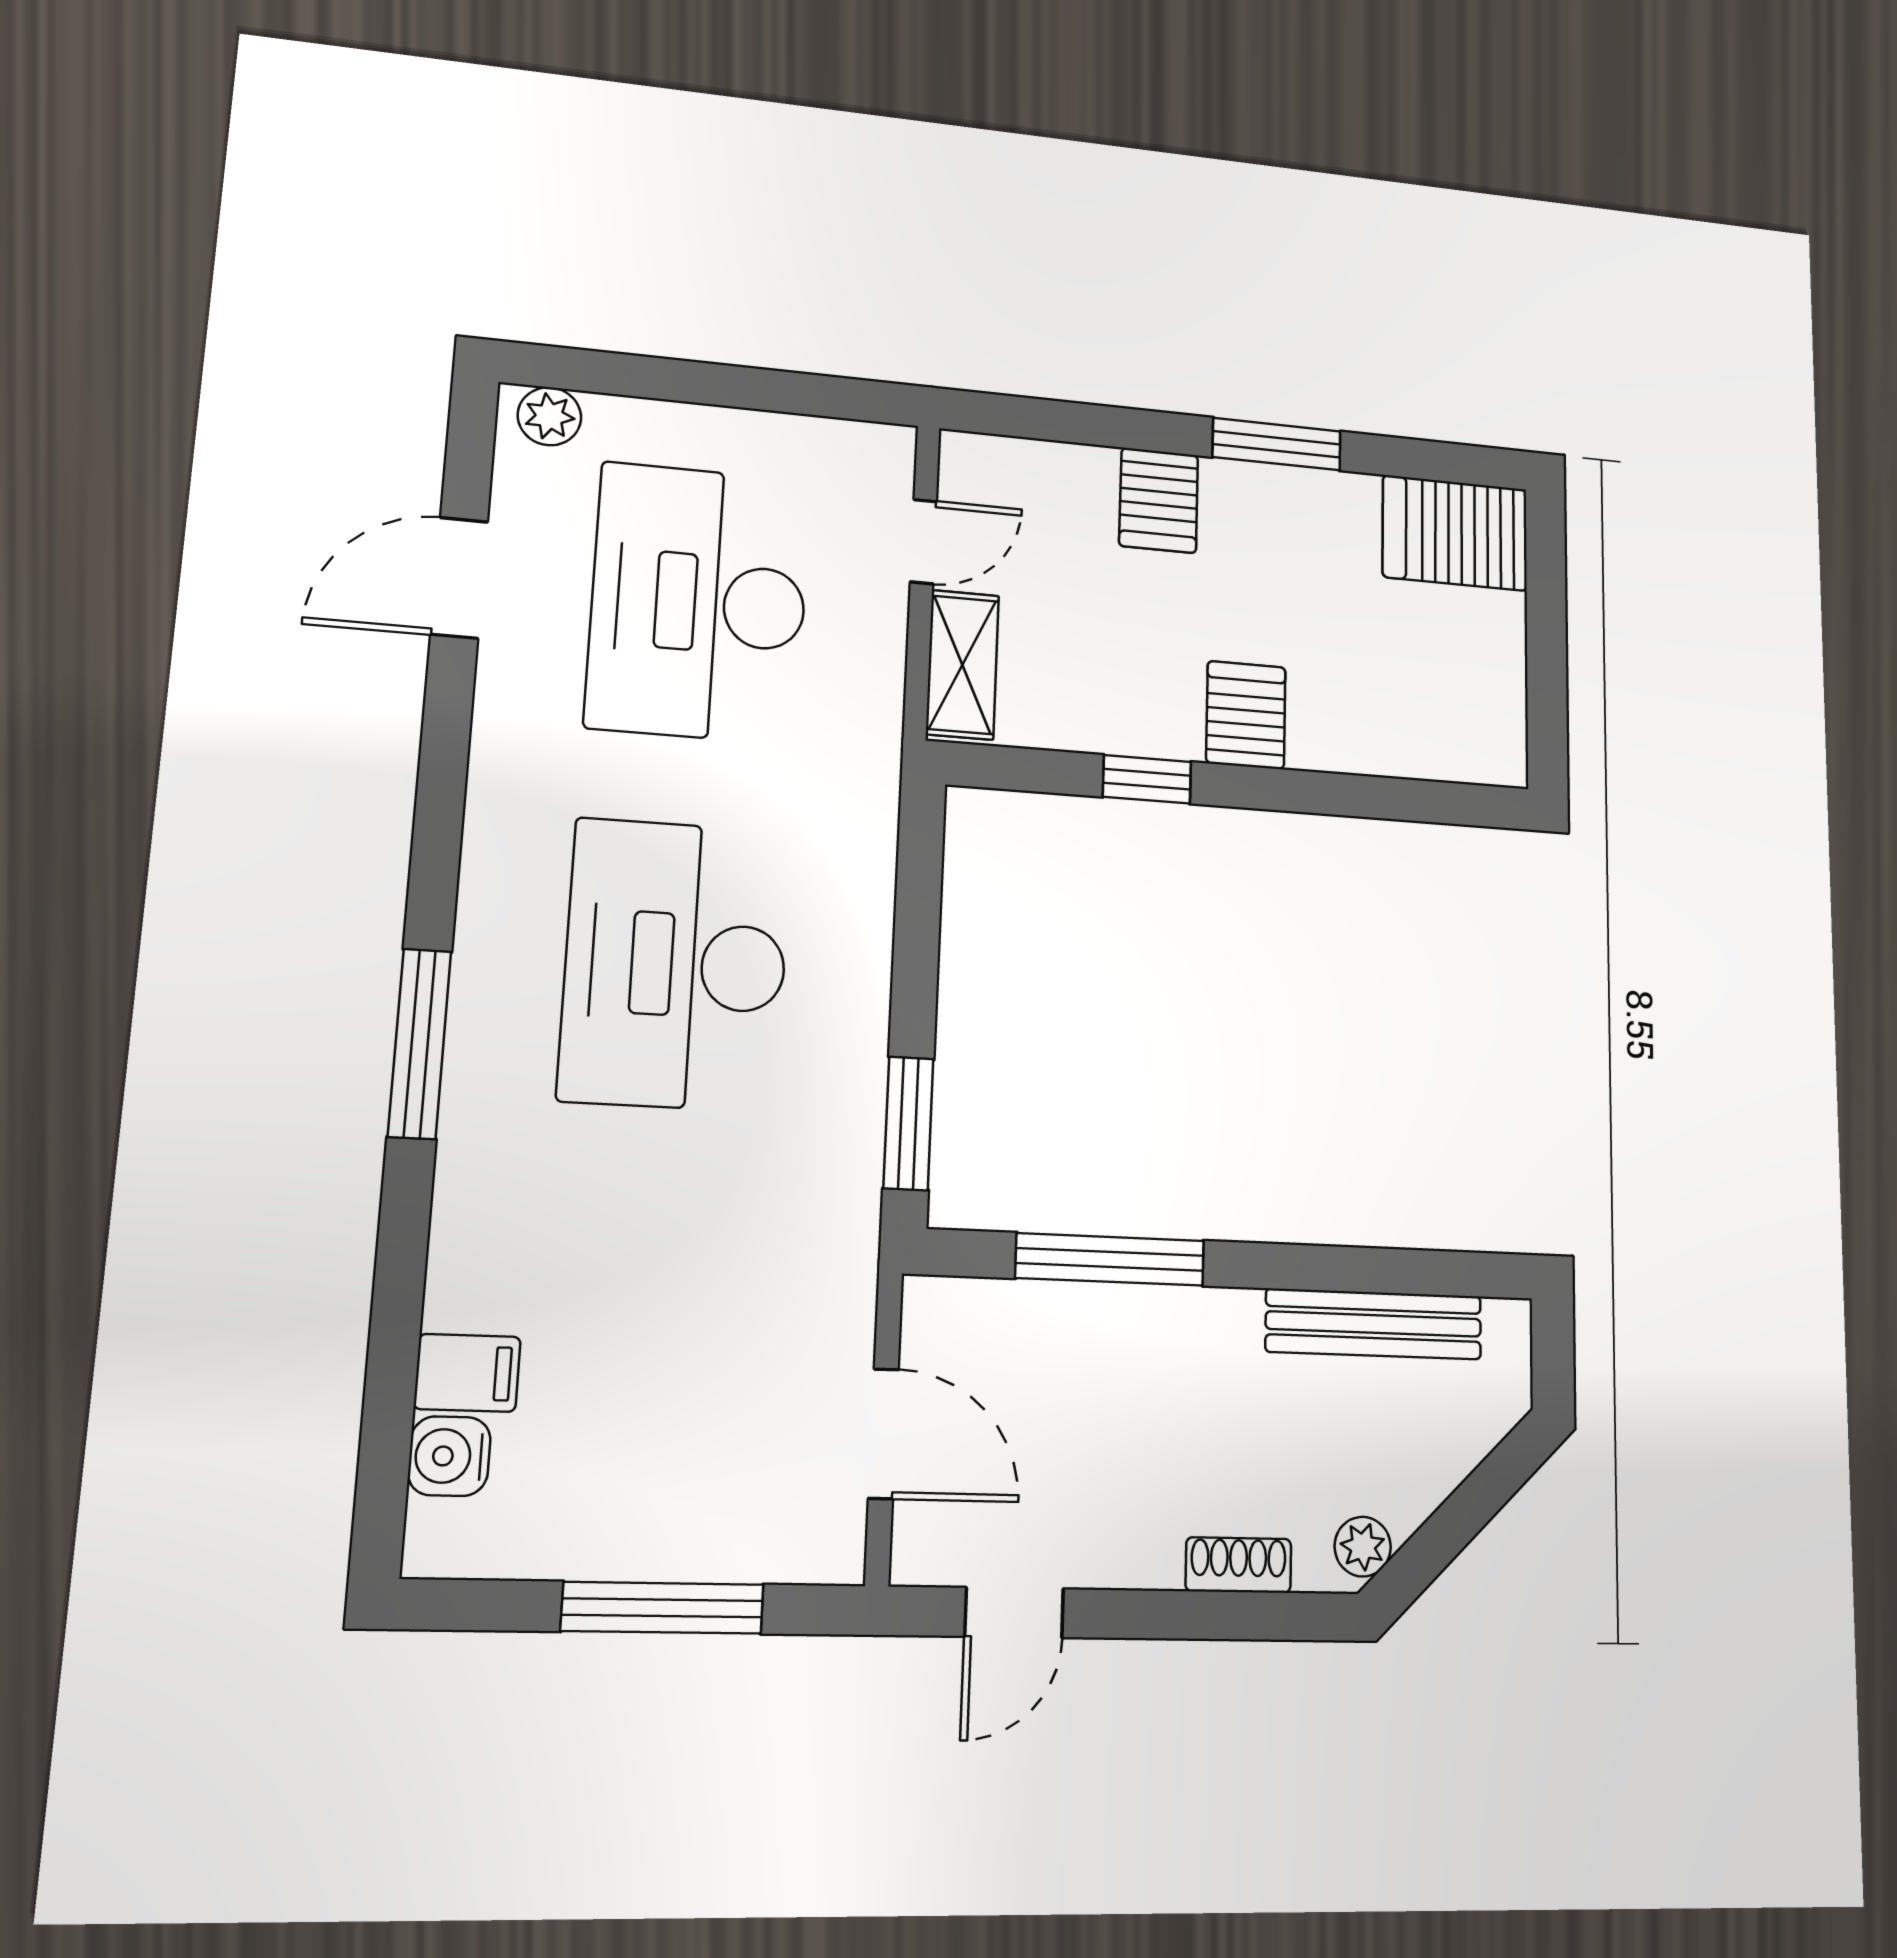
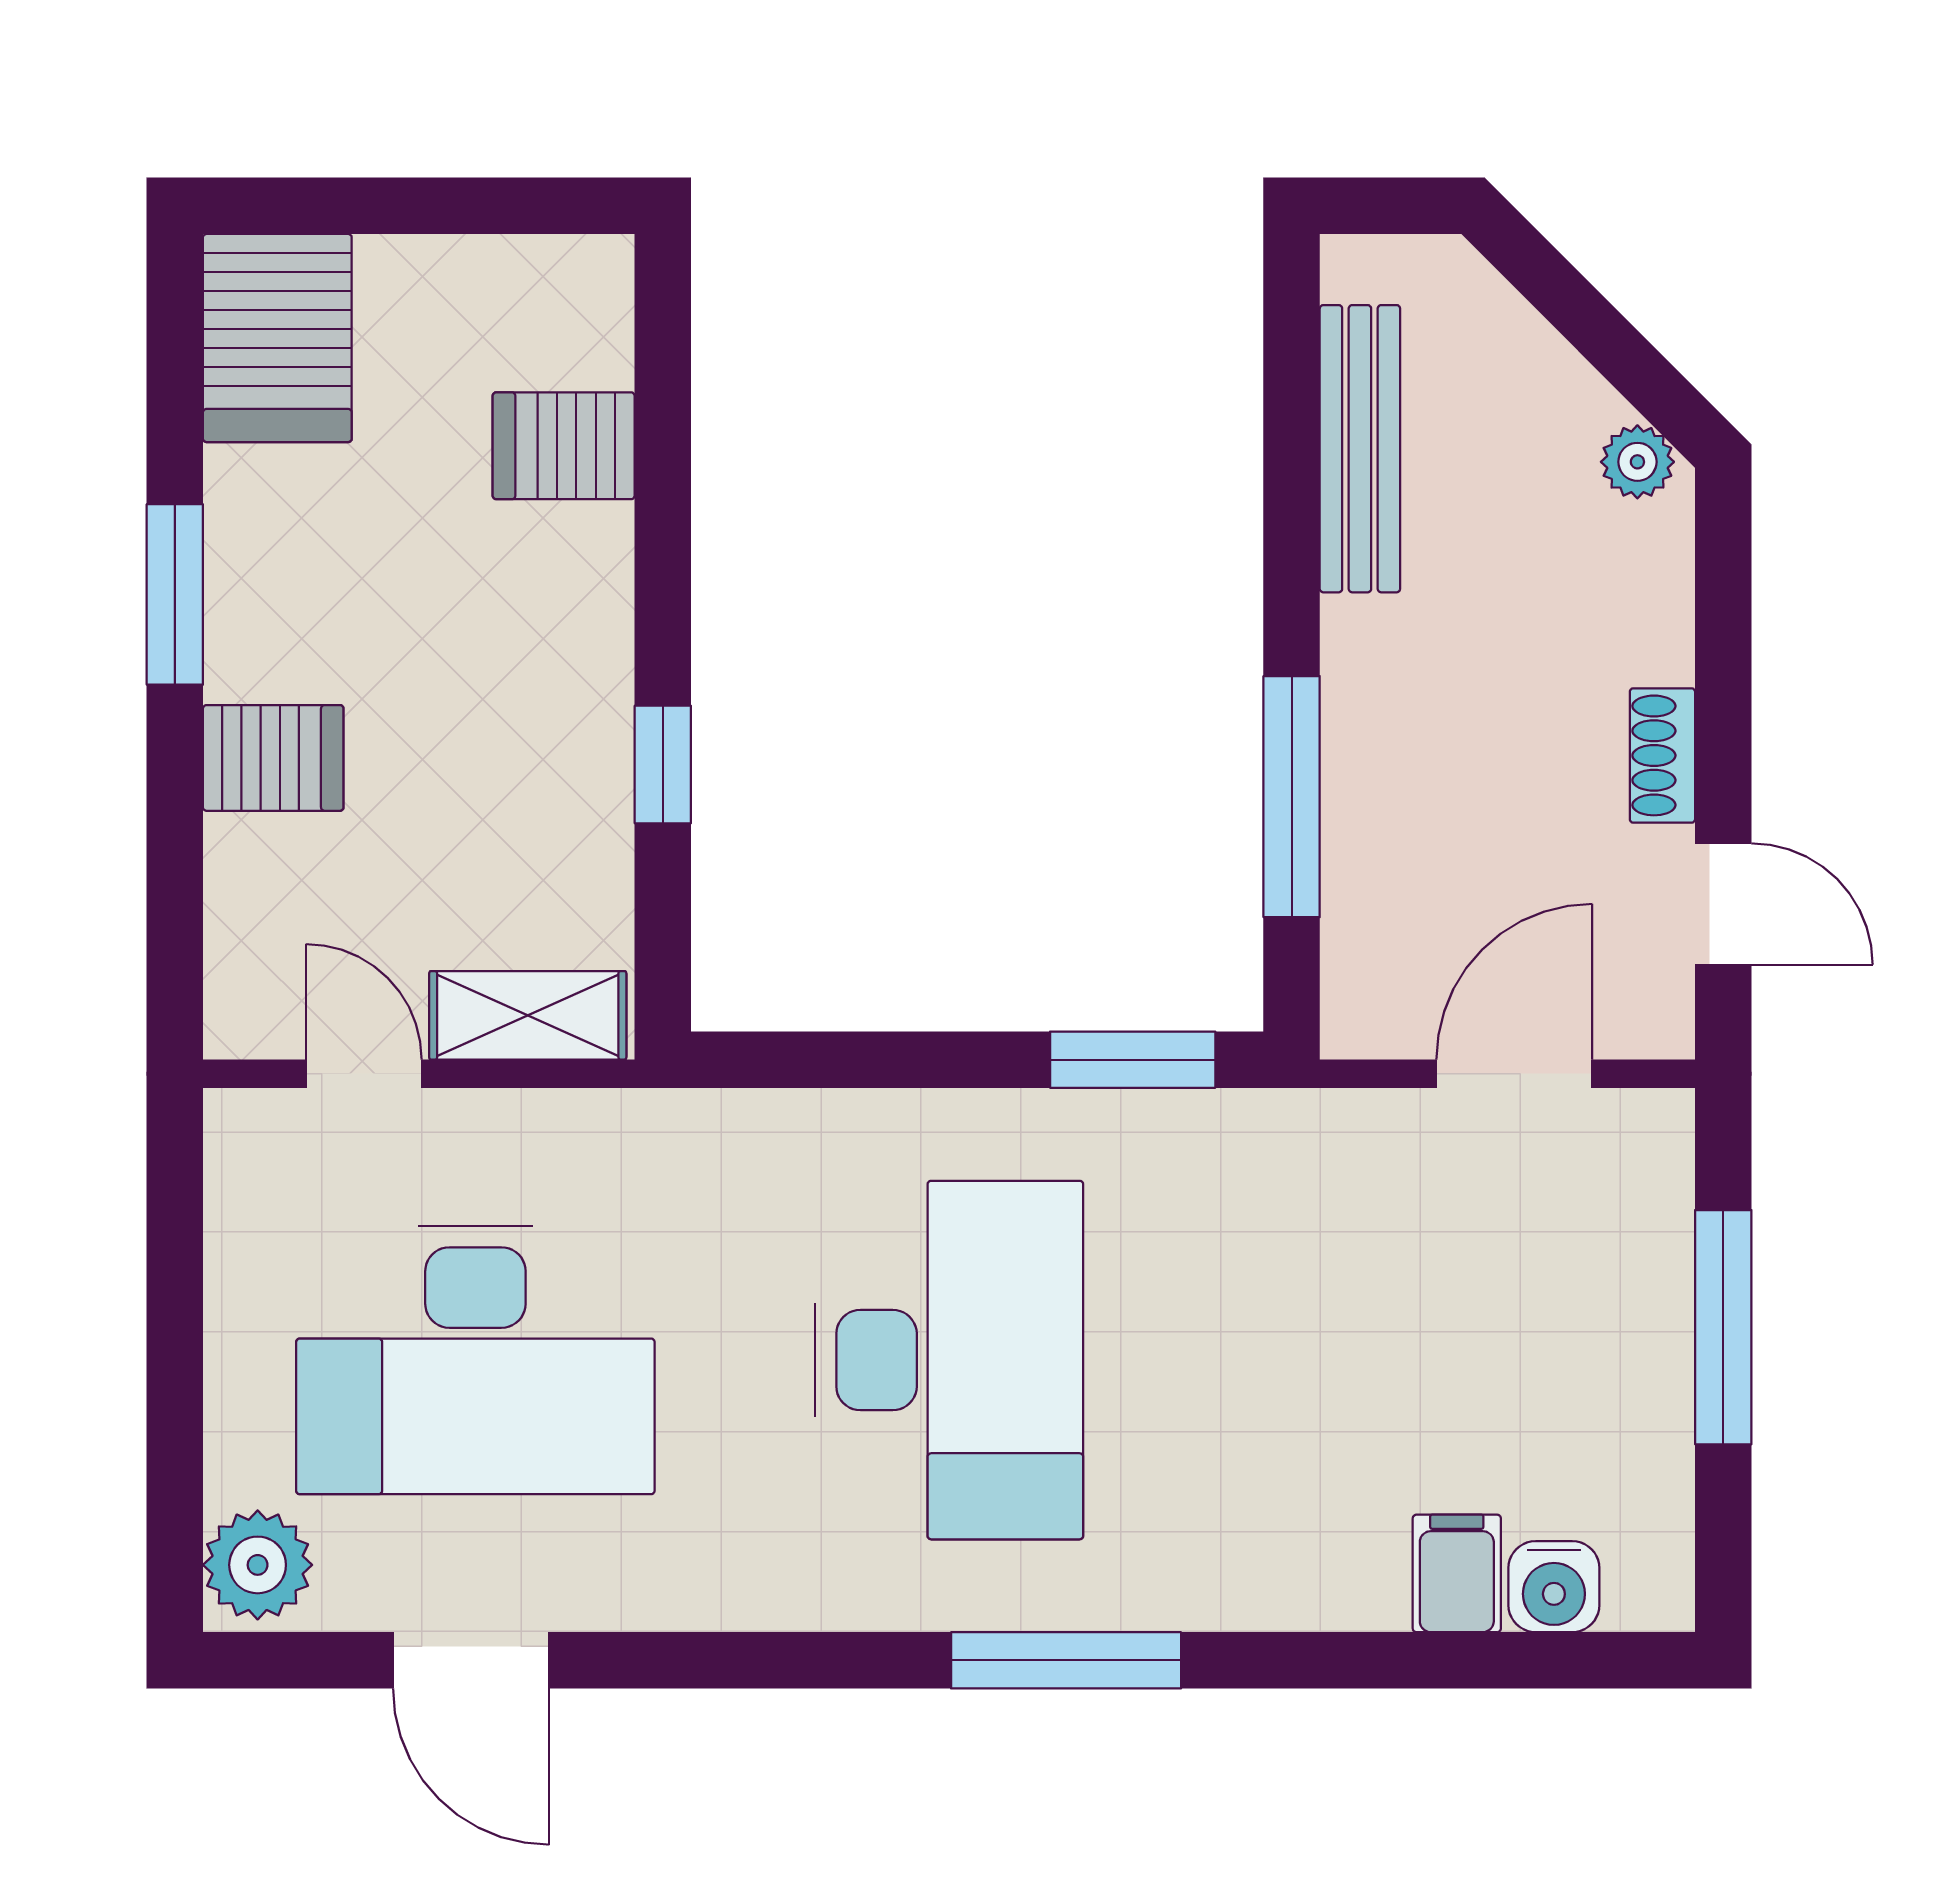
plant: (549, 416) -> (258, 1565), width x1.38, depth x1.38
server rack: (1246, 715) -> (564, 446), moved
desk: (676, 965) -> (949, 1360), turned -90
shoe rack: (1238, 1565) -> (1662, 755), moved

